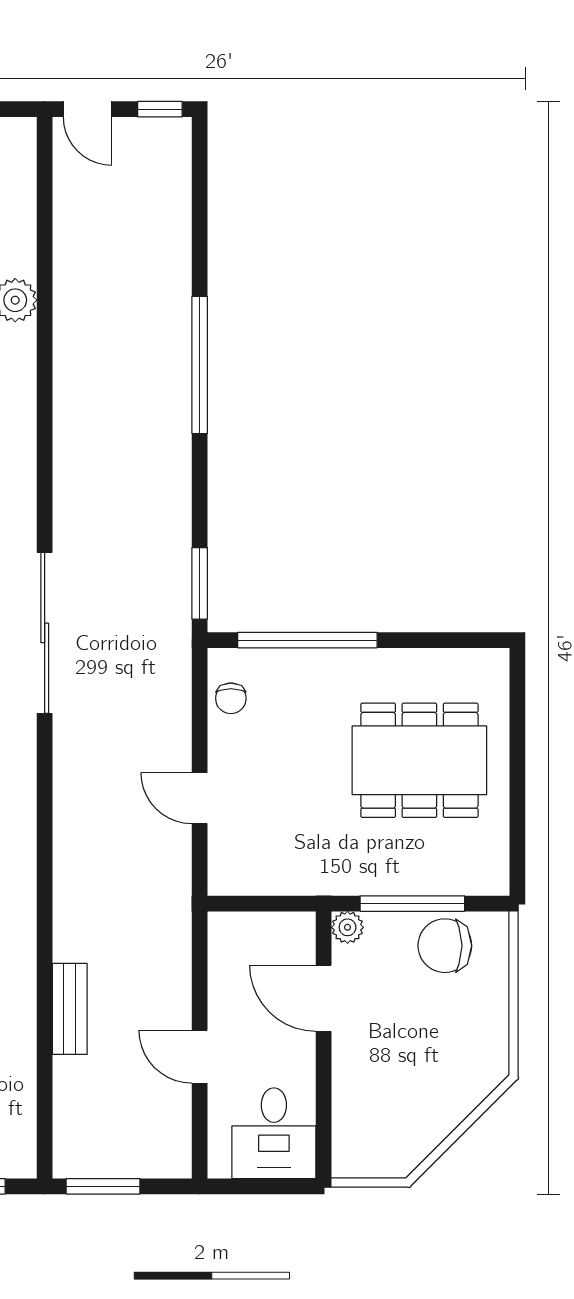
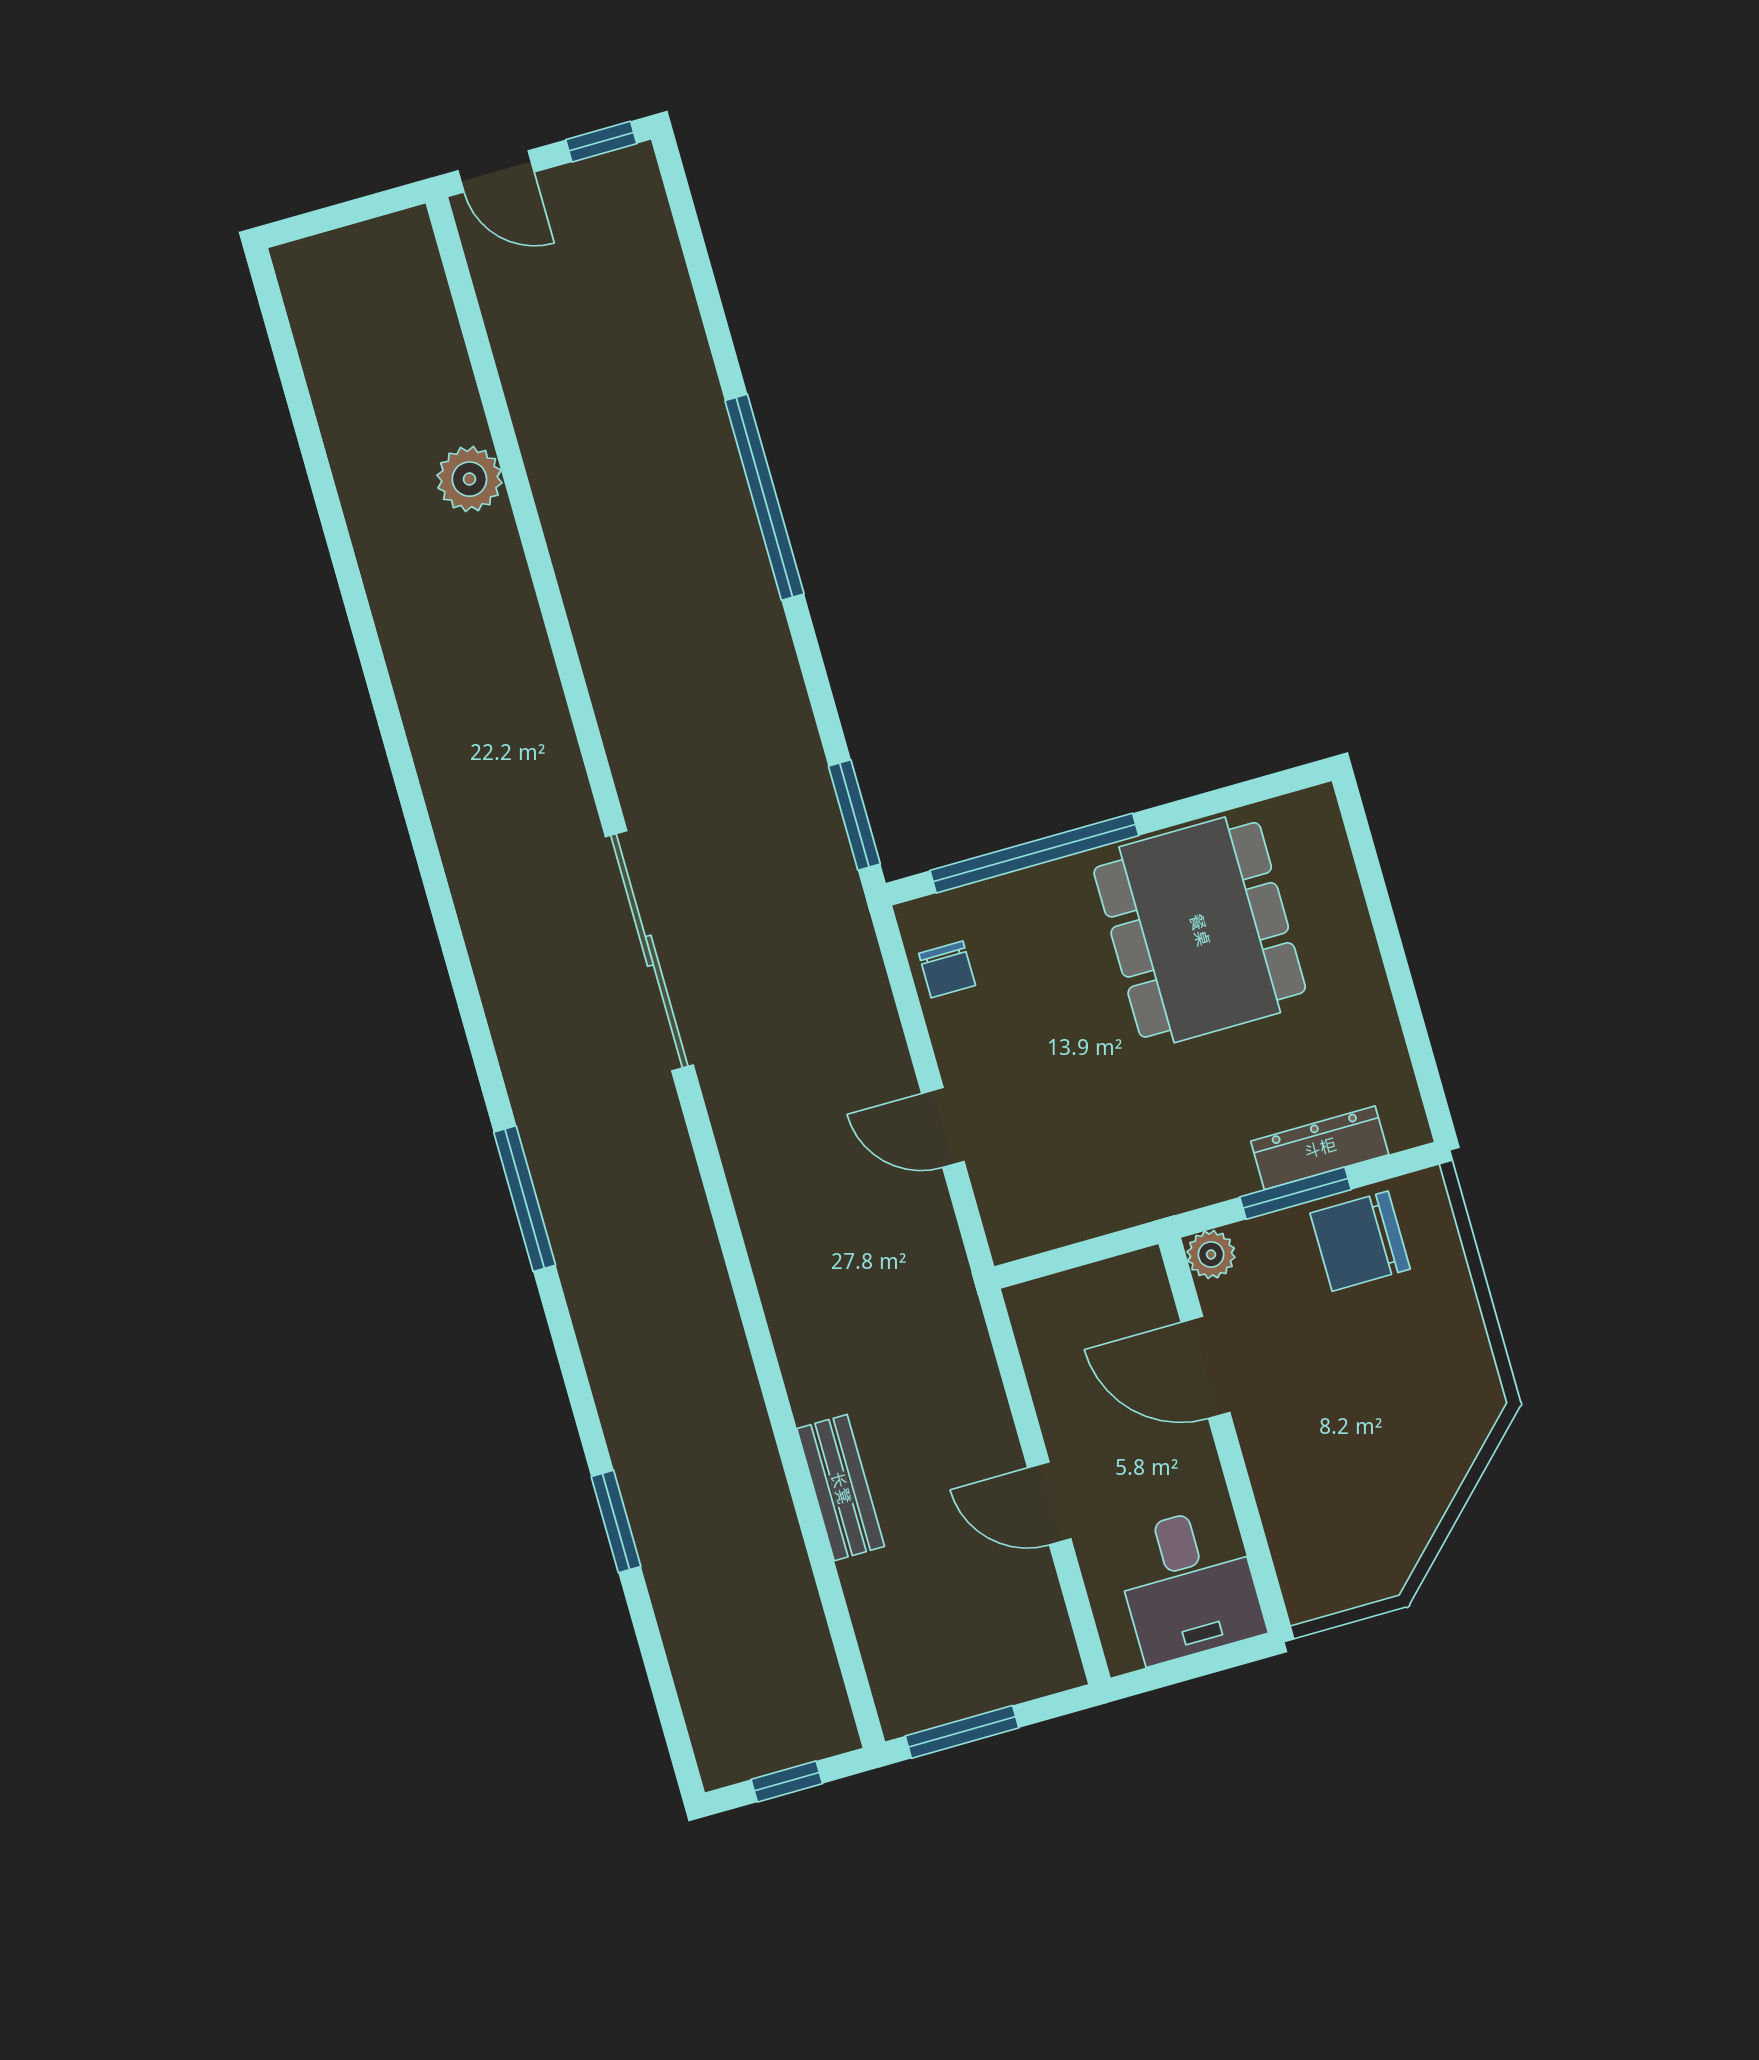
dining table: (419, 760) -> (1200, 930), moved, turned 90
dresser: (436, 879) -> (1320, 1148), added
window: (412, 904) -> (1295, 1193), width x0.69

